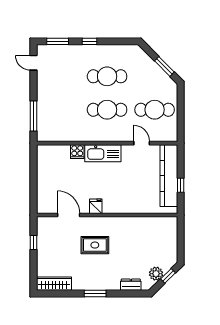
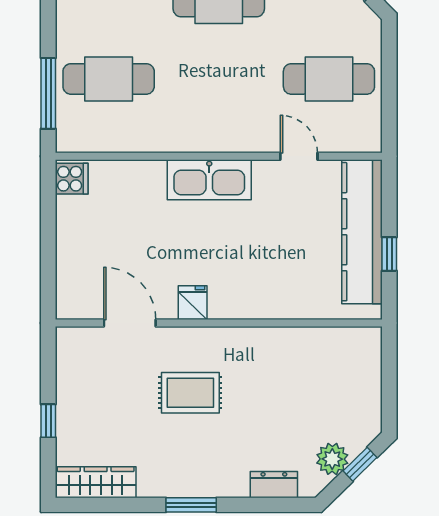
cafe table: (107, 110) -> (109, 79), moved
cooker: (77, 152) -> (72, 179), moved, turned -90
window: (33, 243) -> (48, 421), moved

